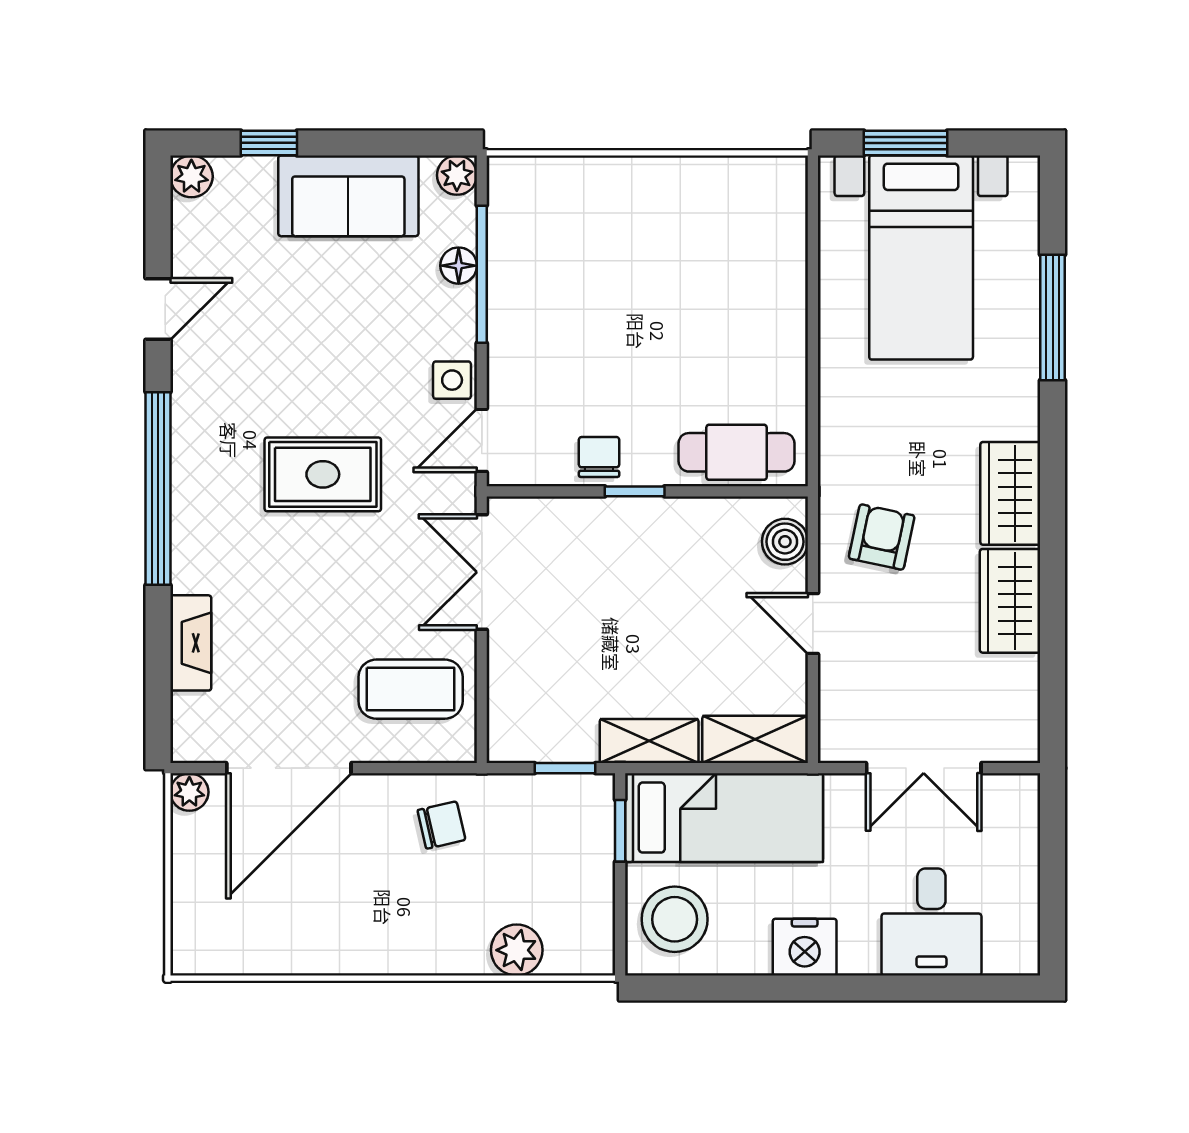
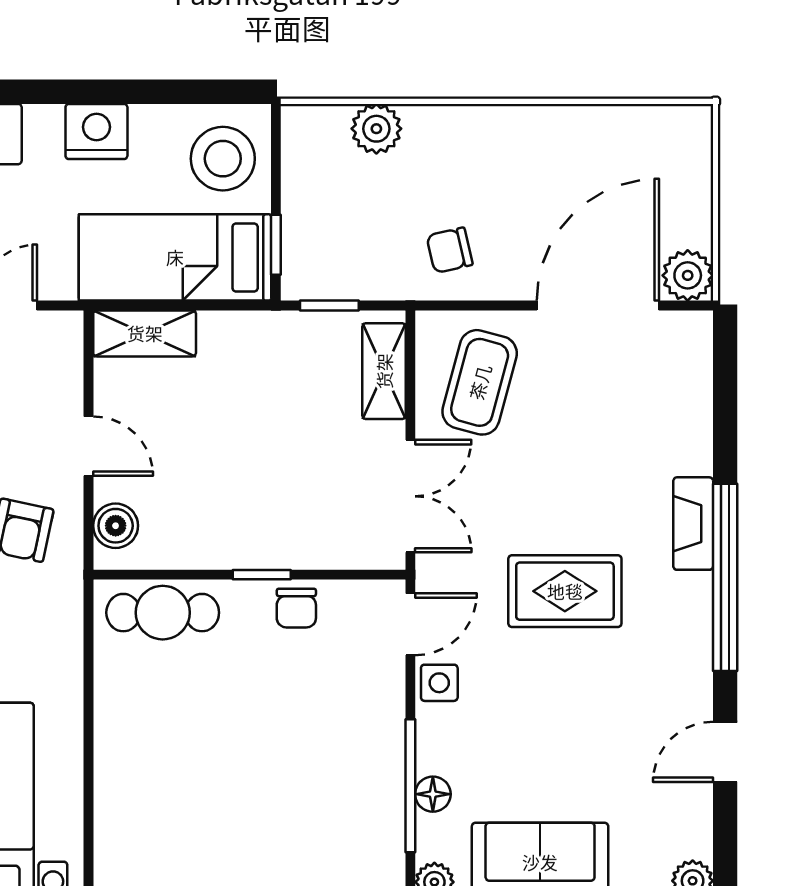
fireplace: (191, 643) -> (693, 524), moved
coffee table: (411, 689) -> (480, 382), turned -75
shelving: (649, 741) -> (384, 371), moved, turned 90
plant: (189, 792) -> (688, 275), width x1.38, depth x1.38

